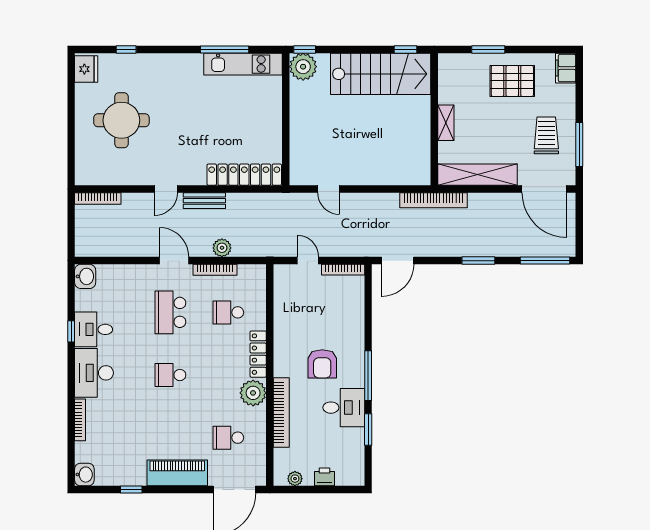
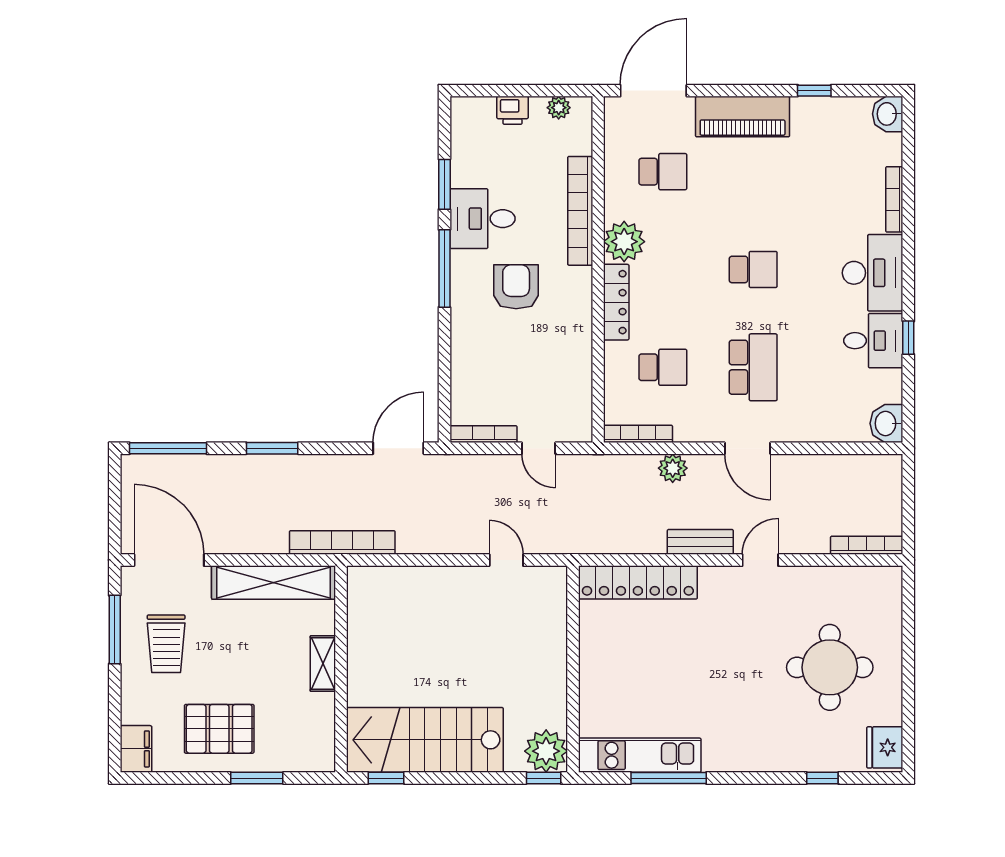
bookcase: (215, 270) -> (638, 434), moved

